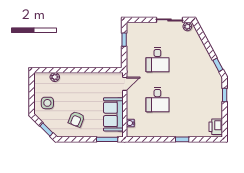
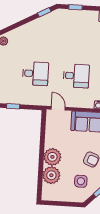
plant: (55, 77) -> (51, 175), width x1.87, depth x1.87
plant: (77, 81) -> (52, 157), added
side table: (47, 103) -> (81, 181), moved

